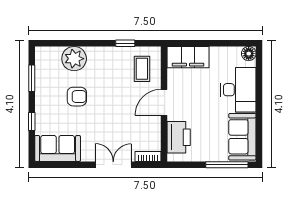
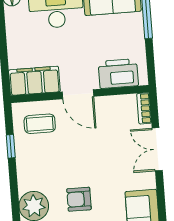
filing cabinet: (188, 57) -> (34, 81), moved, turned -90
armchair: (77, 97) -> (79, 199), turned -90

